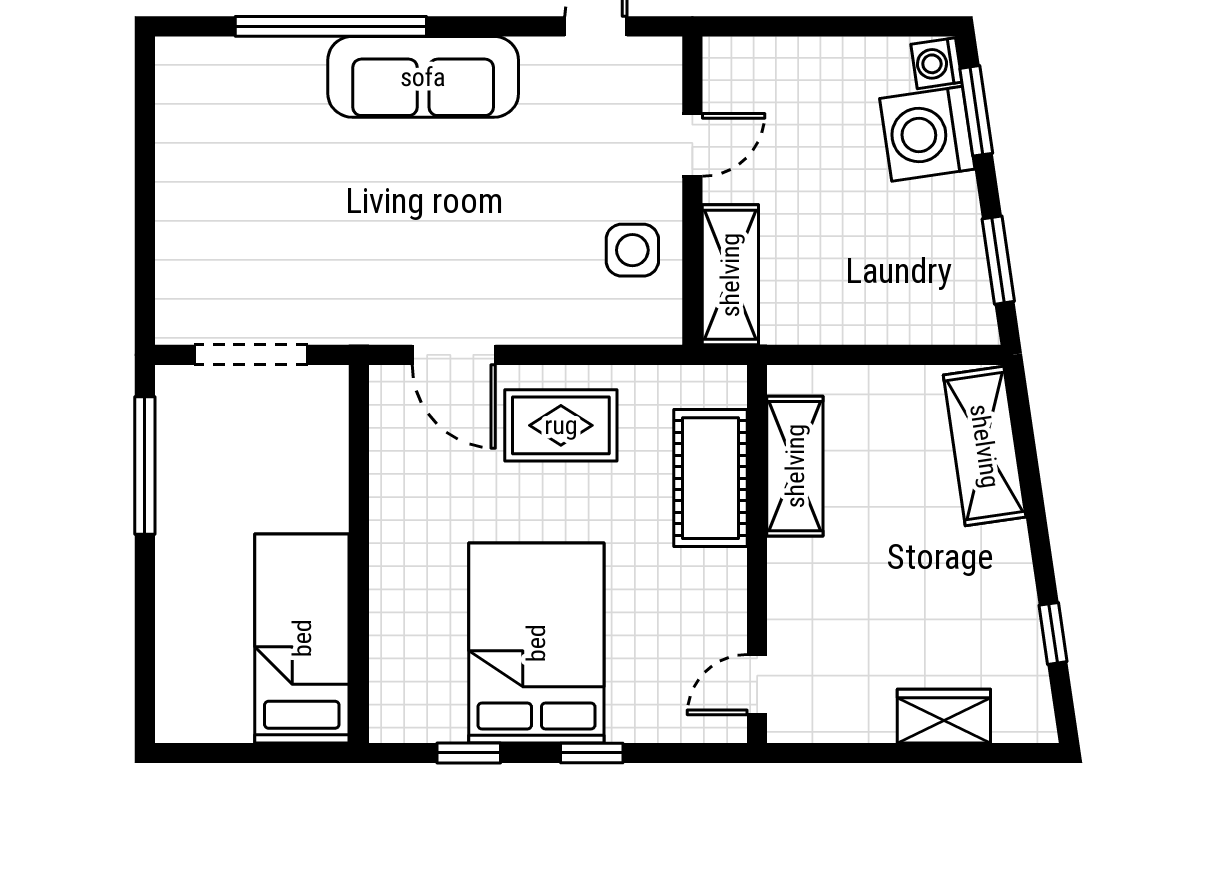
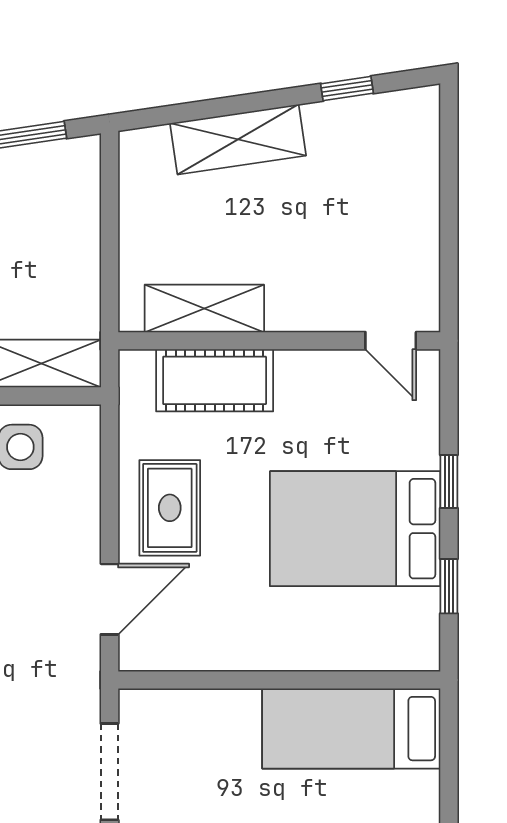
shelving: (985, 446) -> (238, 139), moved
wardrobe: (944, 716) -> (417, 182), removed

